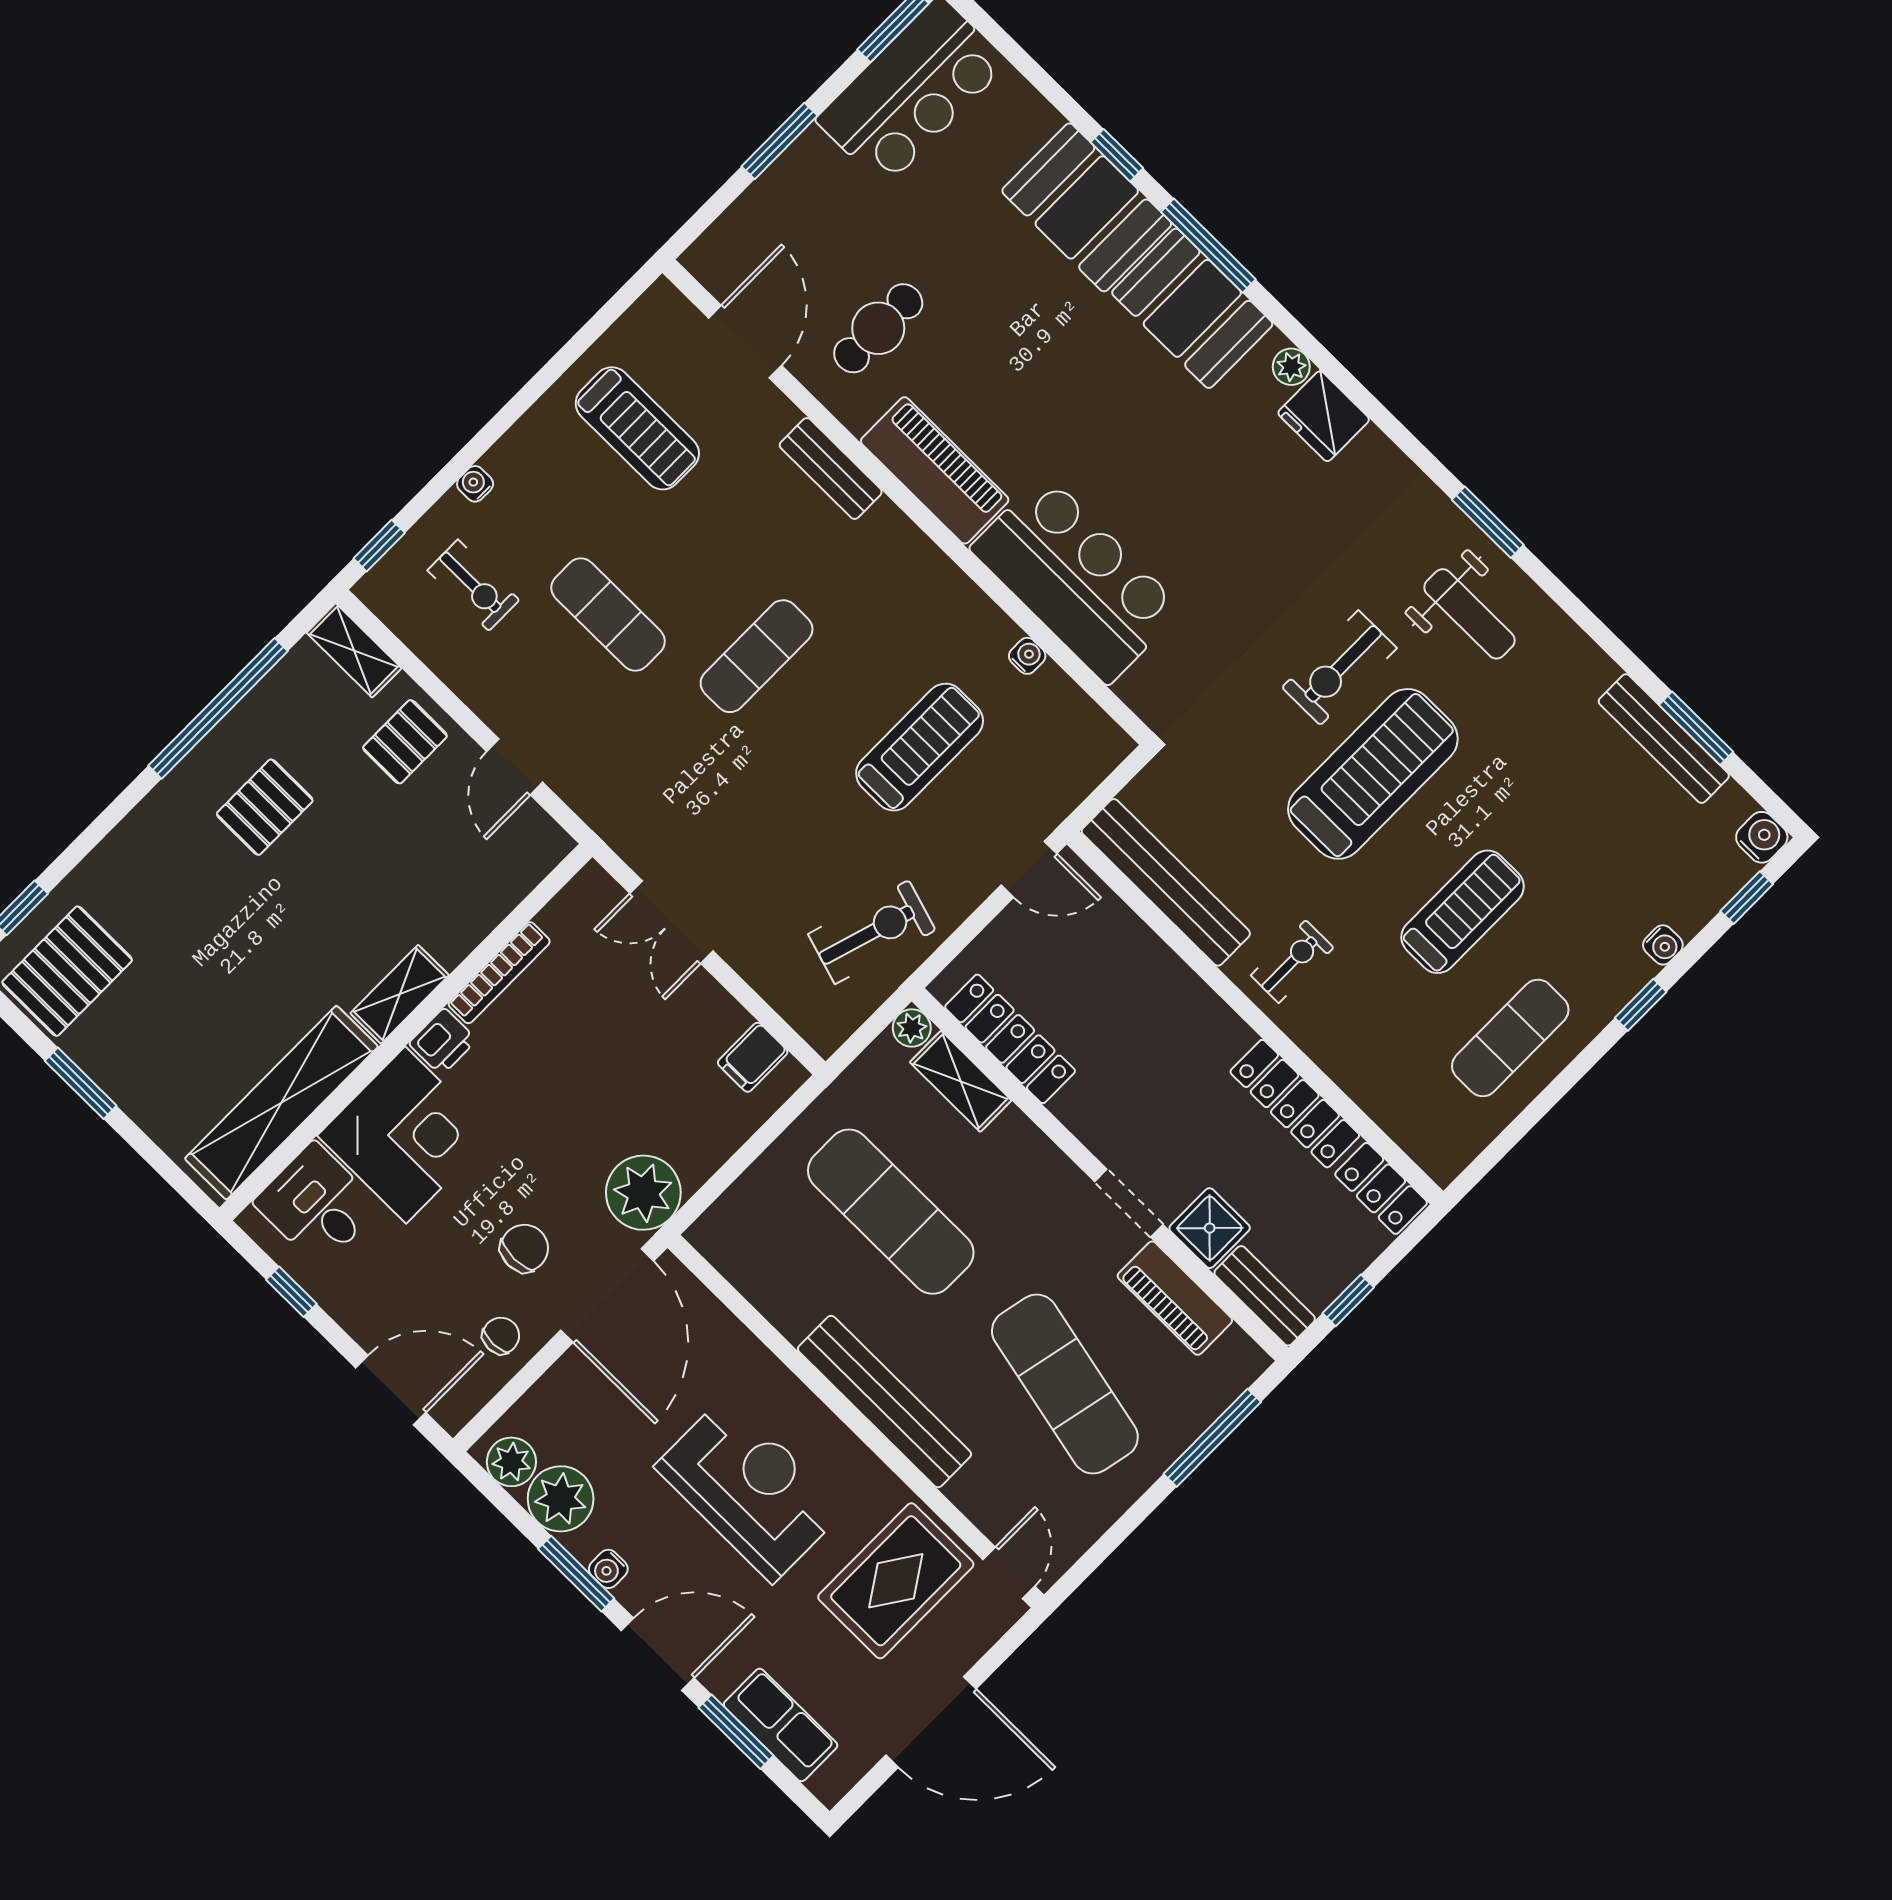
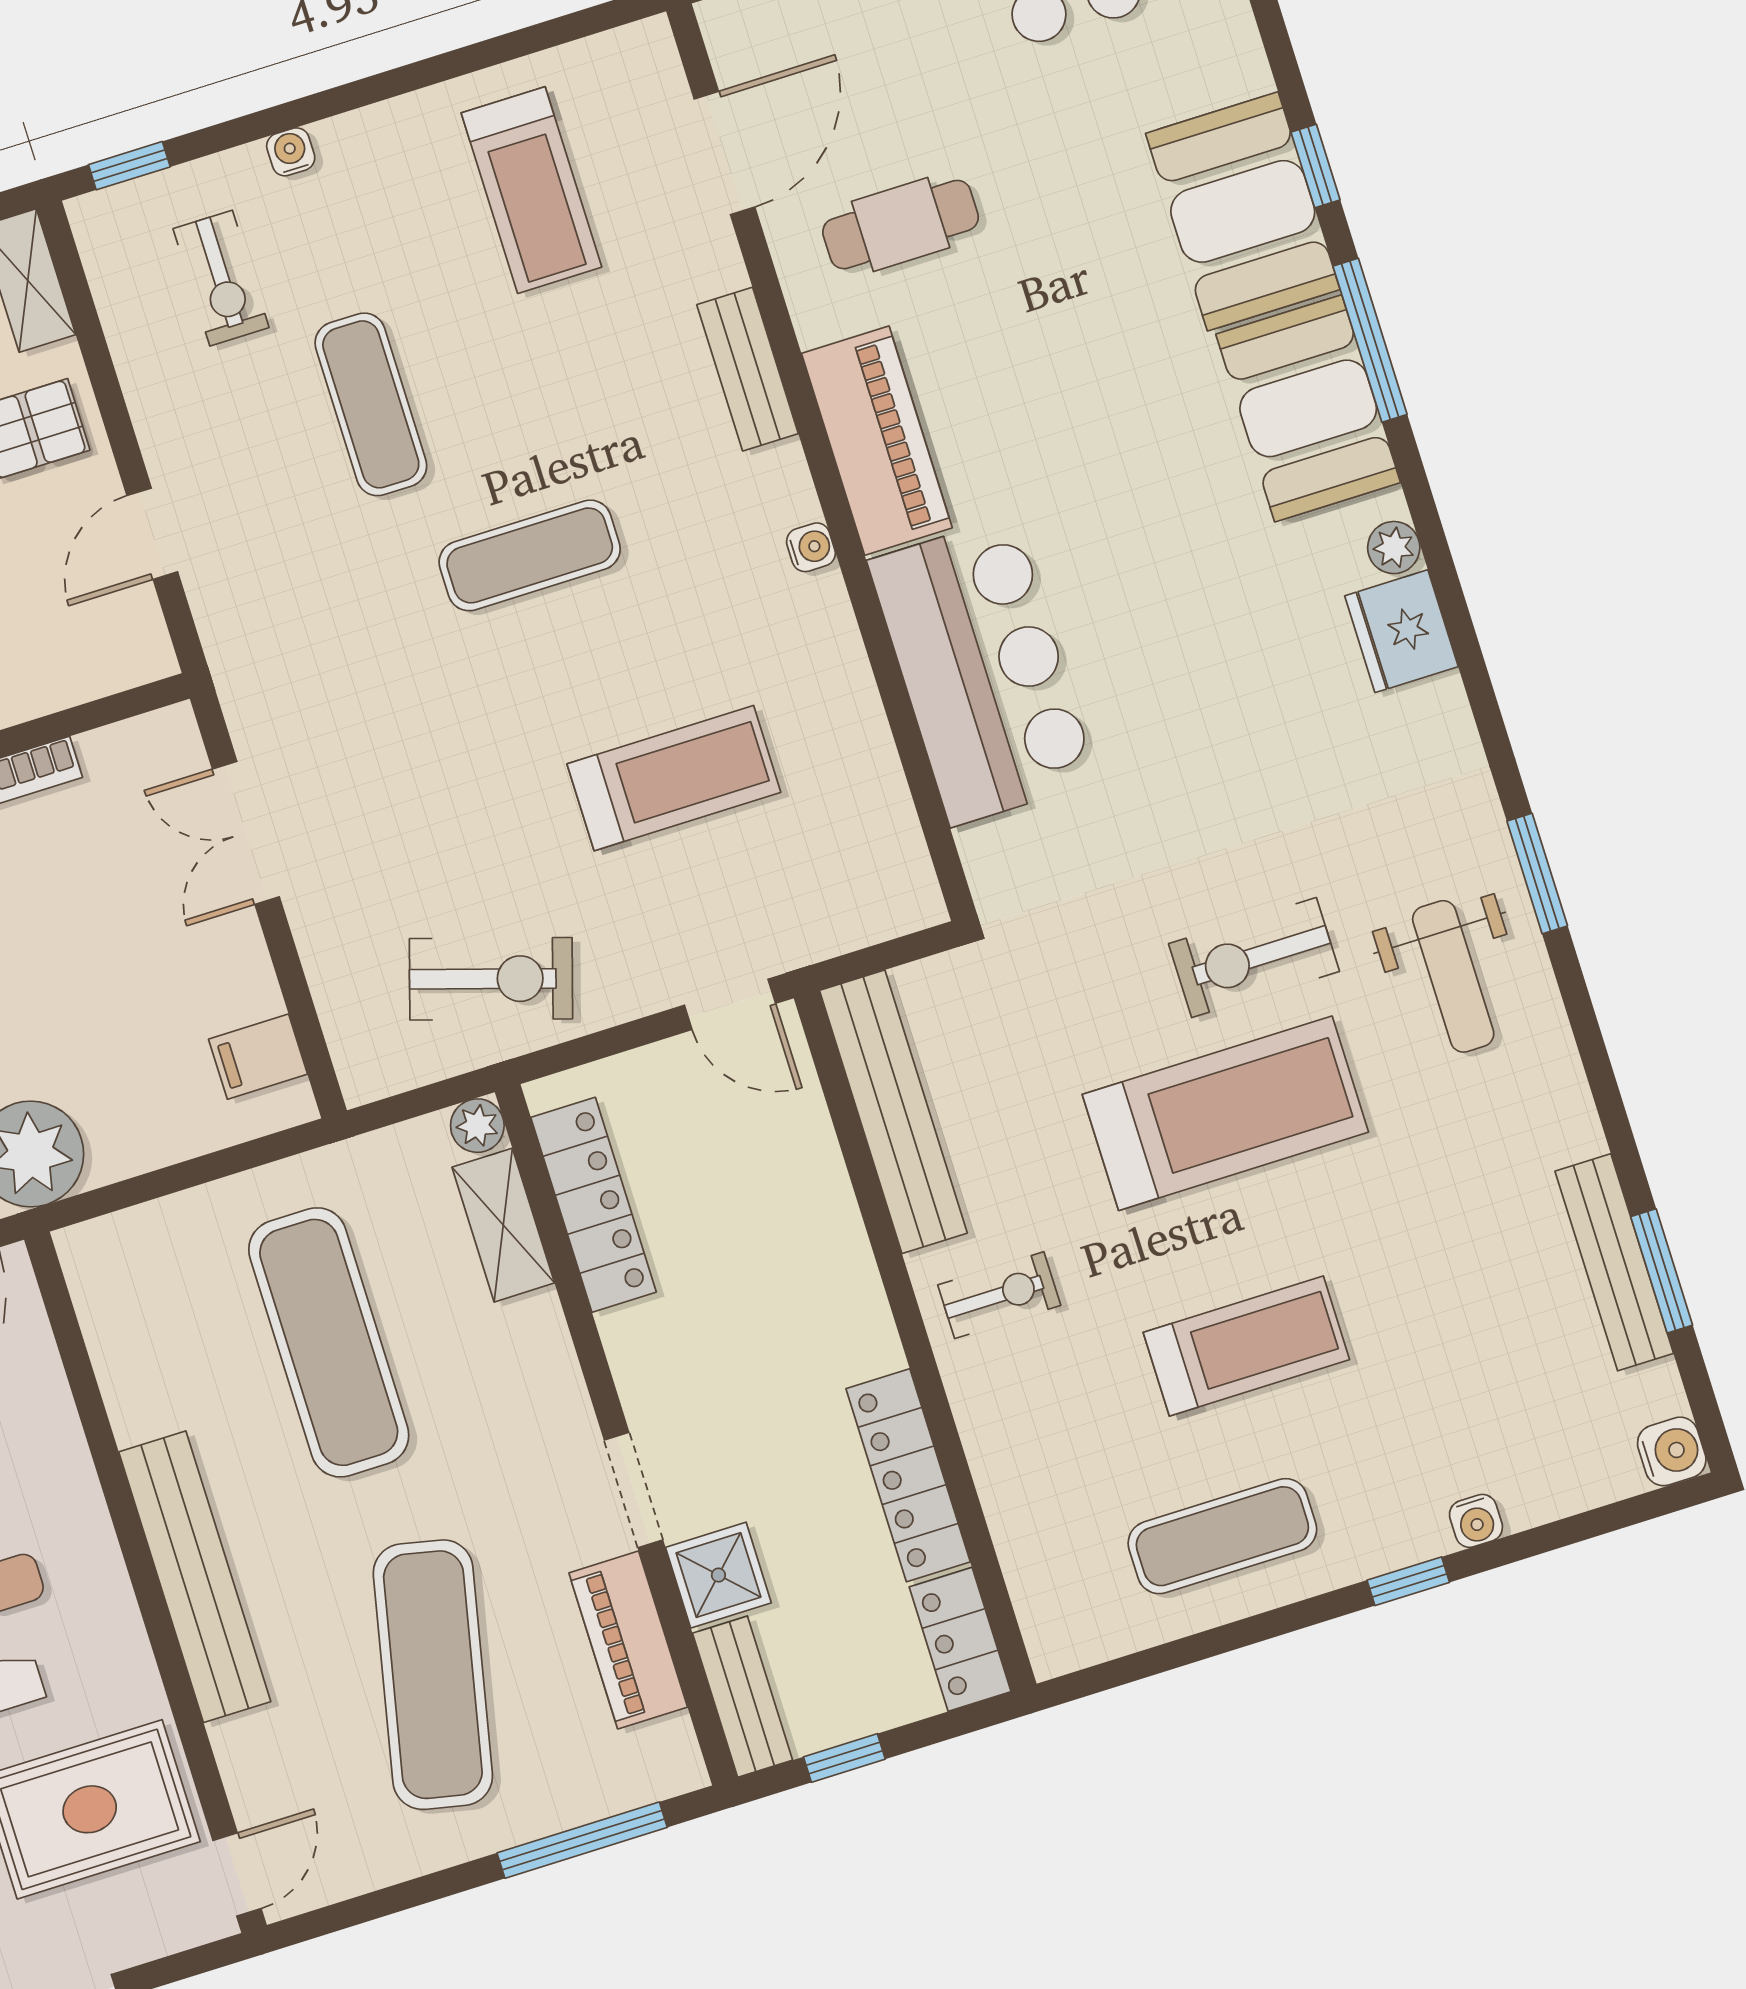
water cooler: (1027, 656) -> (811, 547), moved
window: (1747, 898) -> (1613, 1517), removed

